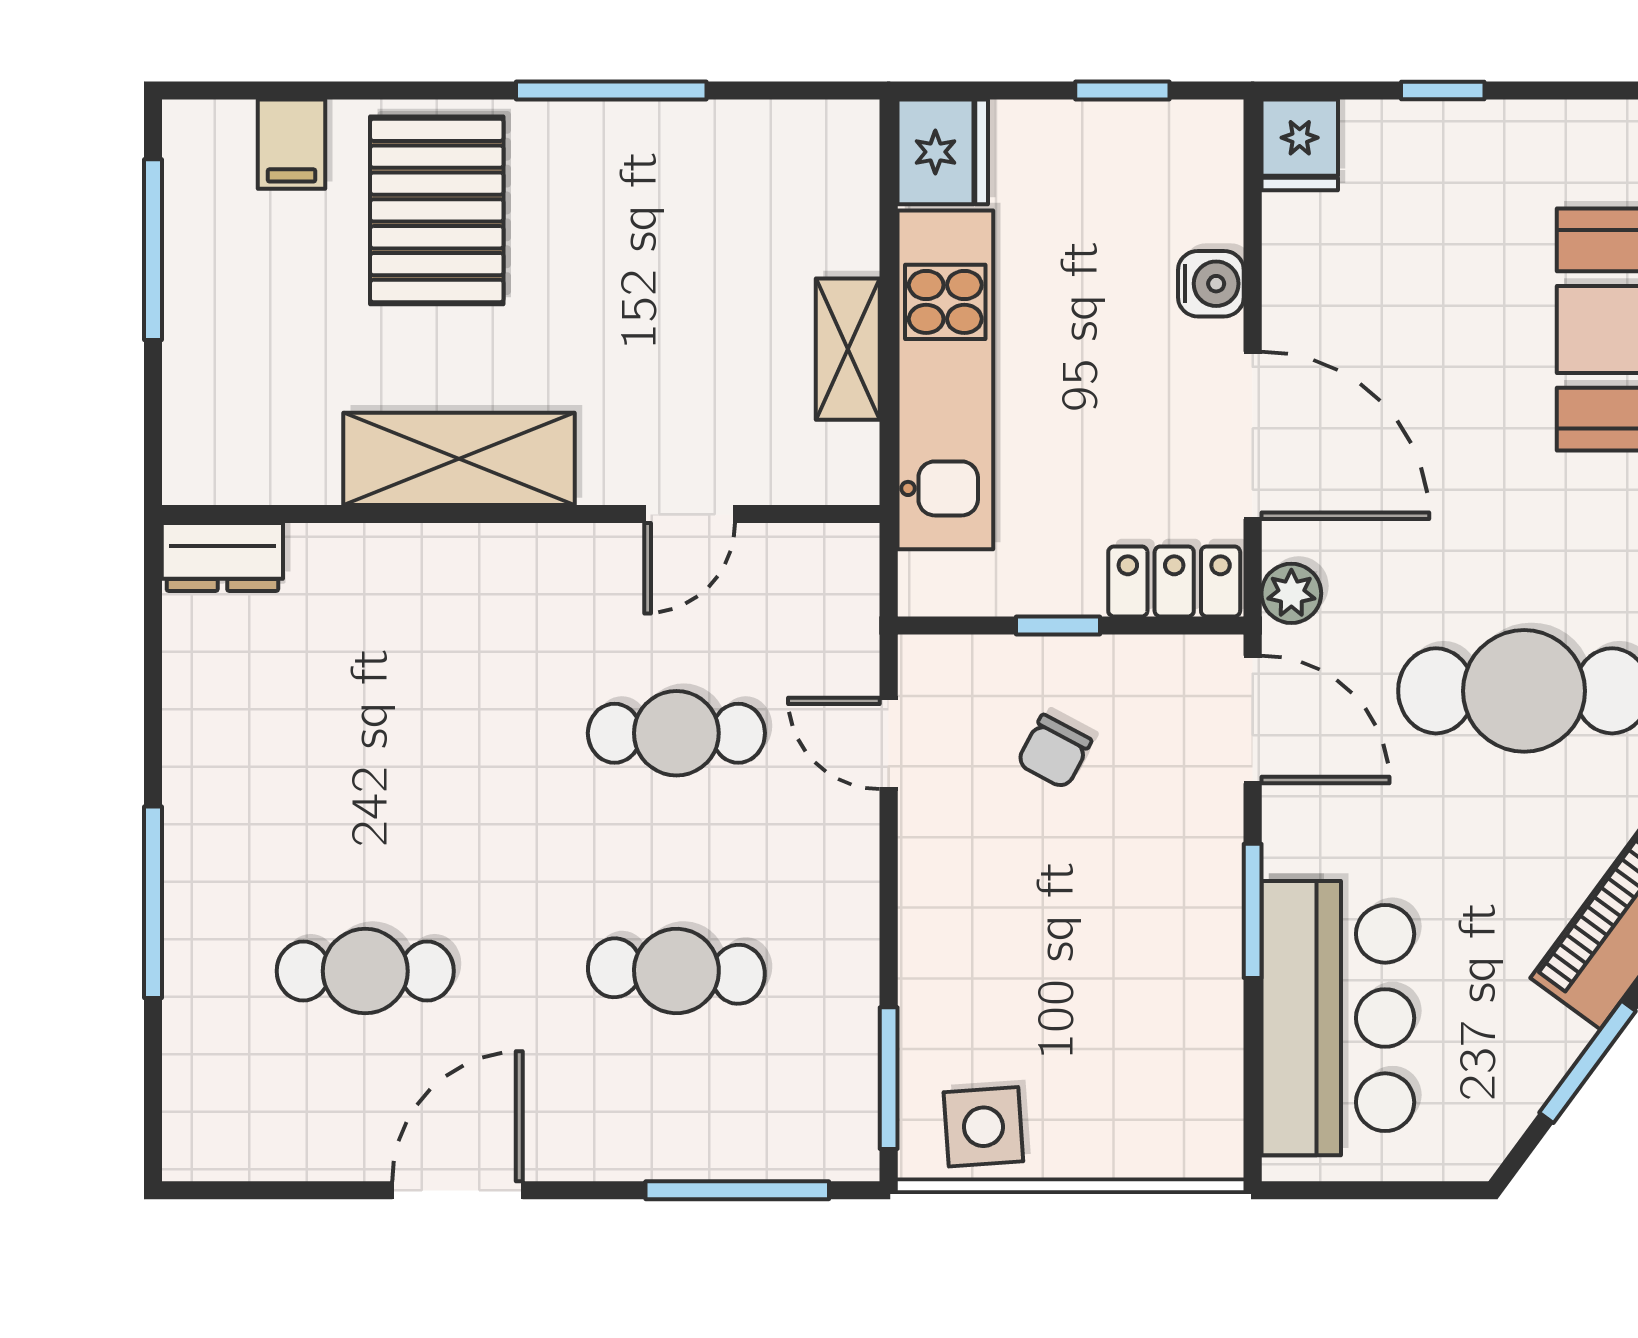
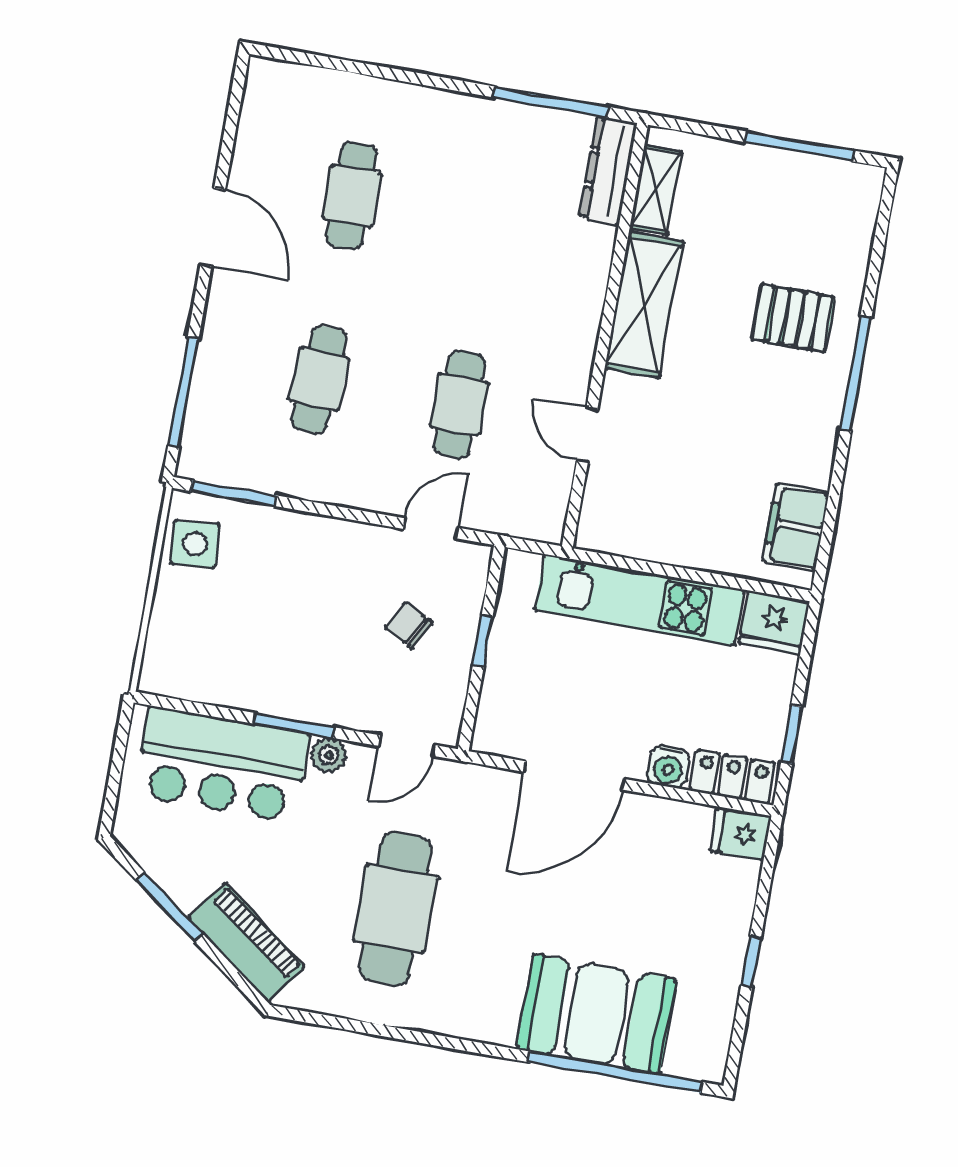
window: (611, 91) -> (856, 373), moved
window: (1443, 91) -> (751, 962), moved
filing cabinet: (291, 144) -> (796, 527), moved, width x2.00
pallet: (437, 210) -> (793, 318), width x0.67, depth x0.71
shelving: (848, 349) -> (656, 190), moved, turned 90
dresser: (222, 557) -> (608, 171), width x1.44
locker: (1174, 581) -> (732, 777), moved, turned -90
plant: (1291, 593) -> (329, 755), moved
door: (1253, 719) -> (407, 746), width x0.73
window: (153, 902) -> (551, 102), moved

